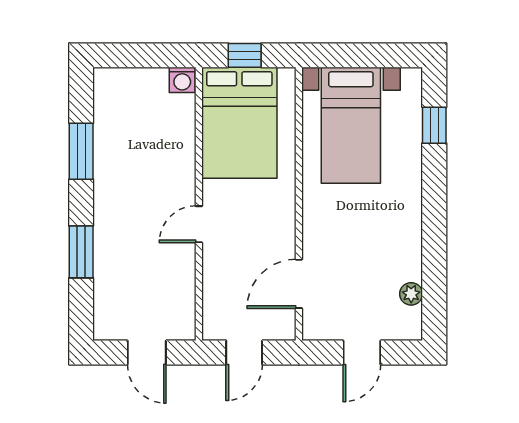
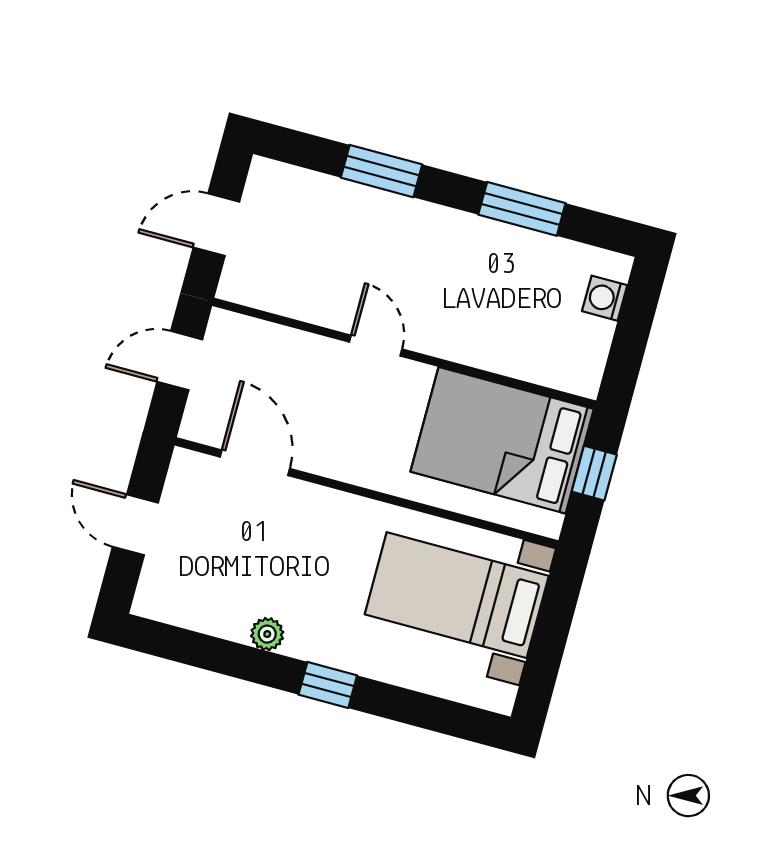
washing machine: (182, 80) -> (605, 298), moved
window: (434, 125) -> (328, 685), moved
plant: (411, 294) -> (267, 634), moved
door: (244, 352) -> (180, 361), hinge flipped

